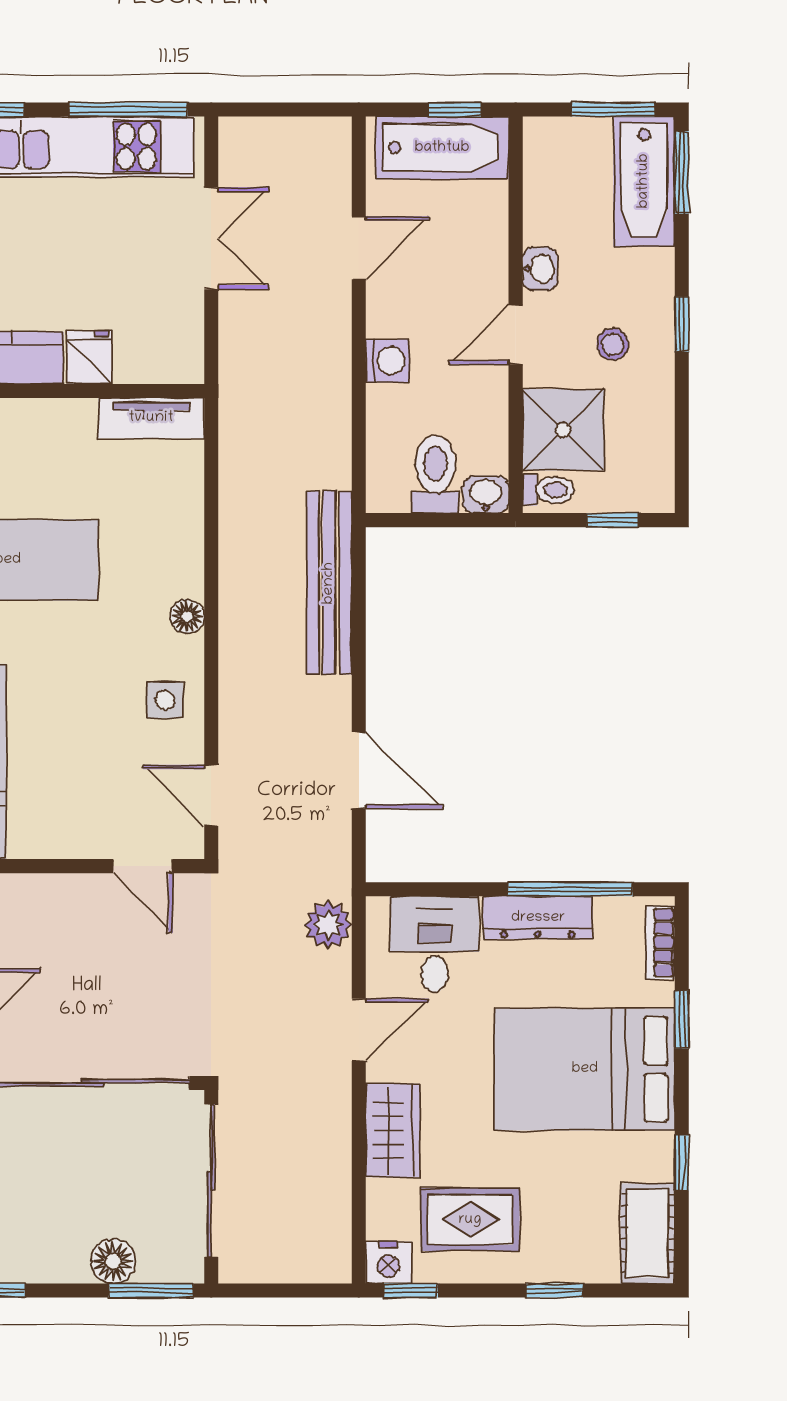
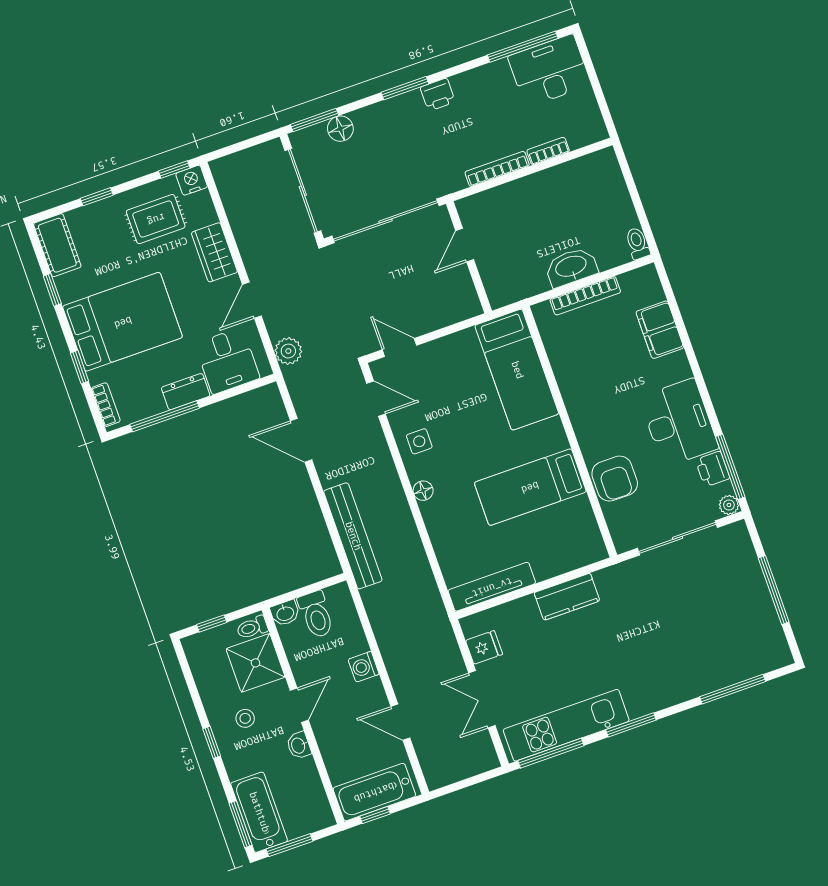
door: (359, 248) -> (400, 722), hinge flipped
fridge: (90, 357) -> (484, 647), moved, turned -90
tv unit: (151, 418) -> (492, 587), width x1.41
dresser: (538, 918) -> (186, 392), width x0.70

